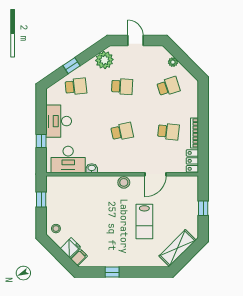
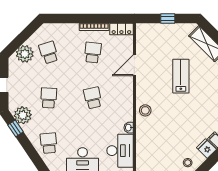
plant: (173, 62) -> (25, 54), width x1.87, depth x1.87
window: (72, 66) -> (15, 128), moved
door: (155, 174) -> (134, 65), swing flipped
stool: (124, 182) -> (145, 110), moved
lab bench: (144, 222) -> (181, 76), turned -90

